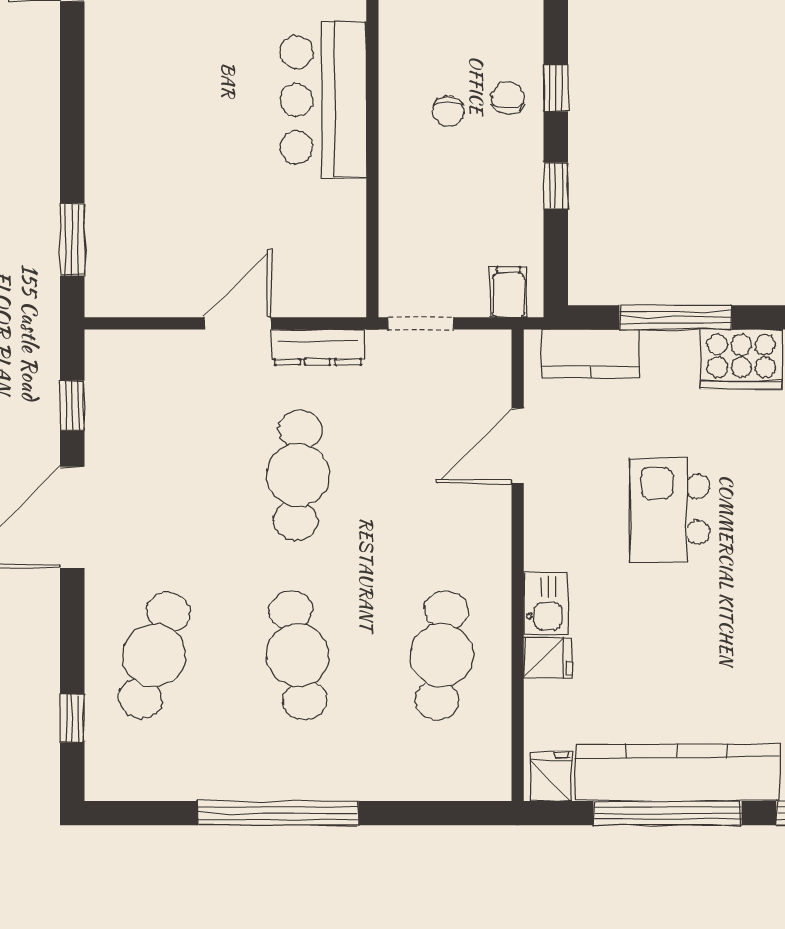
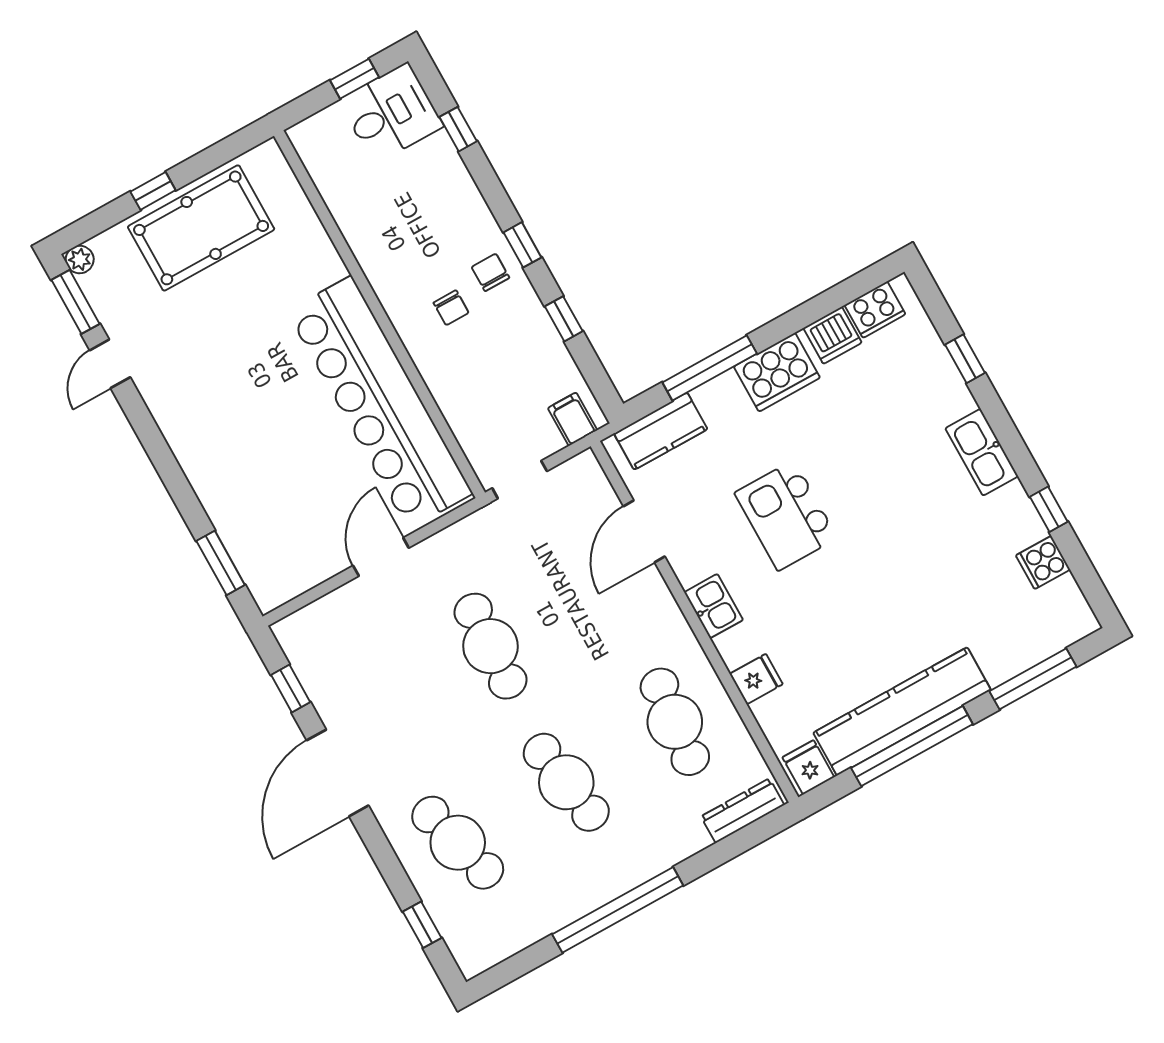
bar counter: (323, 100) -> (380, 402), width x1.86
dresser: (318, 347) -> (743, 811), moved, turned 180
kitchen sink: (546, 604) -> (714, 606), moved
cafe table: (154, 655) -> (458, 843), turned -33

